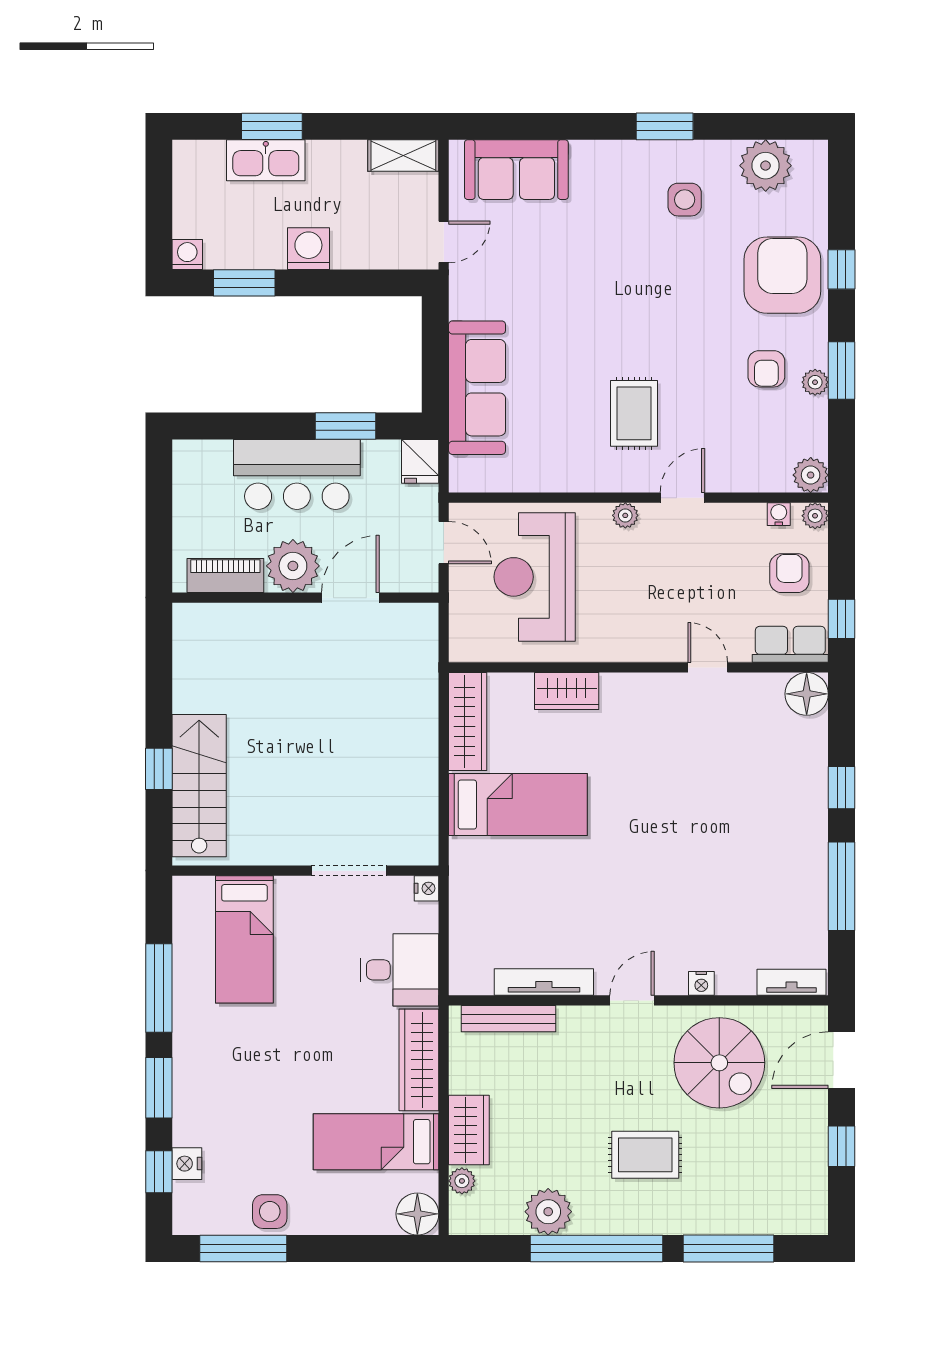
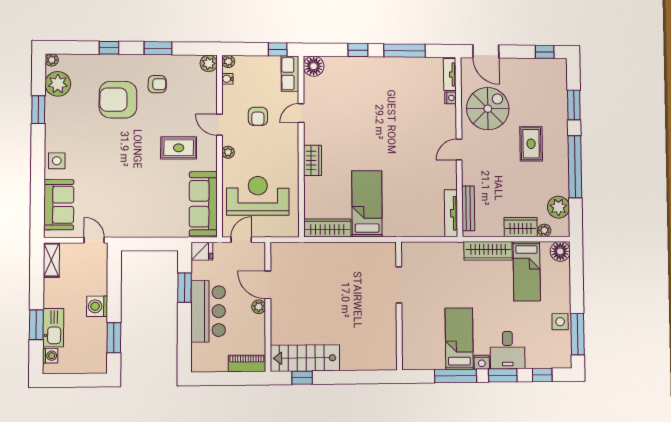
window: (665, 126) -> (38, 110), moved
side table: (685, 200) -> (57, 161), moved
washing machine: (187, 255) -> (50, 356), moved, turned 180
armchair: (782, 275) -> (118, 100), moved
plant: (815, 382) -> (52, 60), moved
sofa: (477, 388) -> (203, 204), moved, turned -90
plant: (293, 566) -> (259, 307), width x0.53, depth x0.53
armchair: (789, 573) -> (258, 116), moved, turned -90
piano: (225, 575) -> (247, 363), moved, turned 90
reception desk: (535, 577) -> (258, 196), turned 180
wardrobe: (567, 691) -> (313, 160), moved
window: (159, 769) -> (302, 378), moved
stairs: (199, 786) -> (305, 358), moved
nightstand: (427, 888) -> (407, 248), removed
bed: (244, 939) -> (459, 339), moved, turned -90
desk: (399, 970) -> (508, 350), moved, turned 180
tv unit: (544, 982) -> (451, 213), moved
nightstand: (701, 983) -> (451, 98), moved
door: (632, 1000) -> (459, 150), hinge flipped
window: (841, 1146) -> (545, 52), moved
nightstand: (187, 1164) -> (482, 362), moved
plant: (548, 1212) -> (558, 207), moved
window: (728, 1248) -> (574, 105), width x0.69

